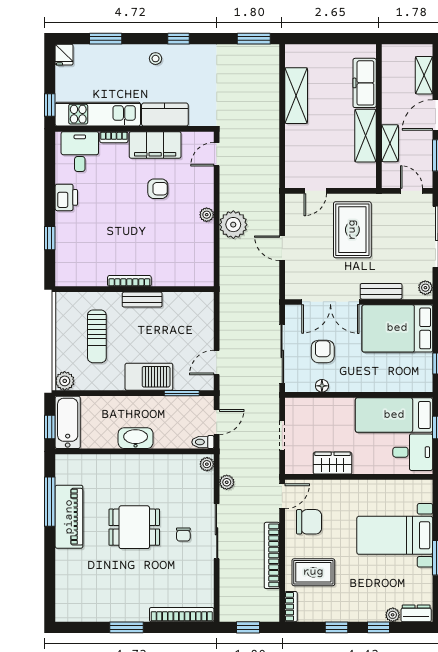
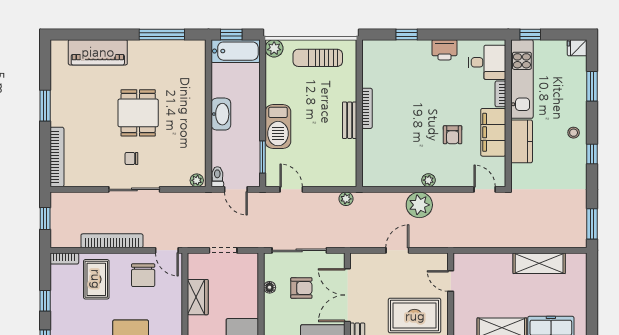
sun lounger: (97, 336) -> (318, 58), moved
plant: (227, 482) -> (346, 199), moved
piano: (69, 517) -> (98, 52), moved

